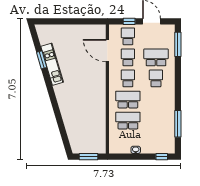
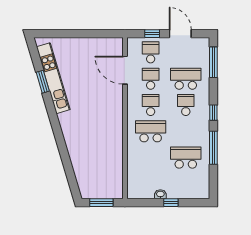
kitchen unit: (52, 64) -> (53, 78), width x1.36
window: (178, 85) -> (213, 113), added
school desk: (128, 121) -> (186, 158), moved
window: (178, 124) -> (213, 148), moved
window: (162, 157) -> (171, 203), moved

